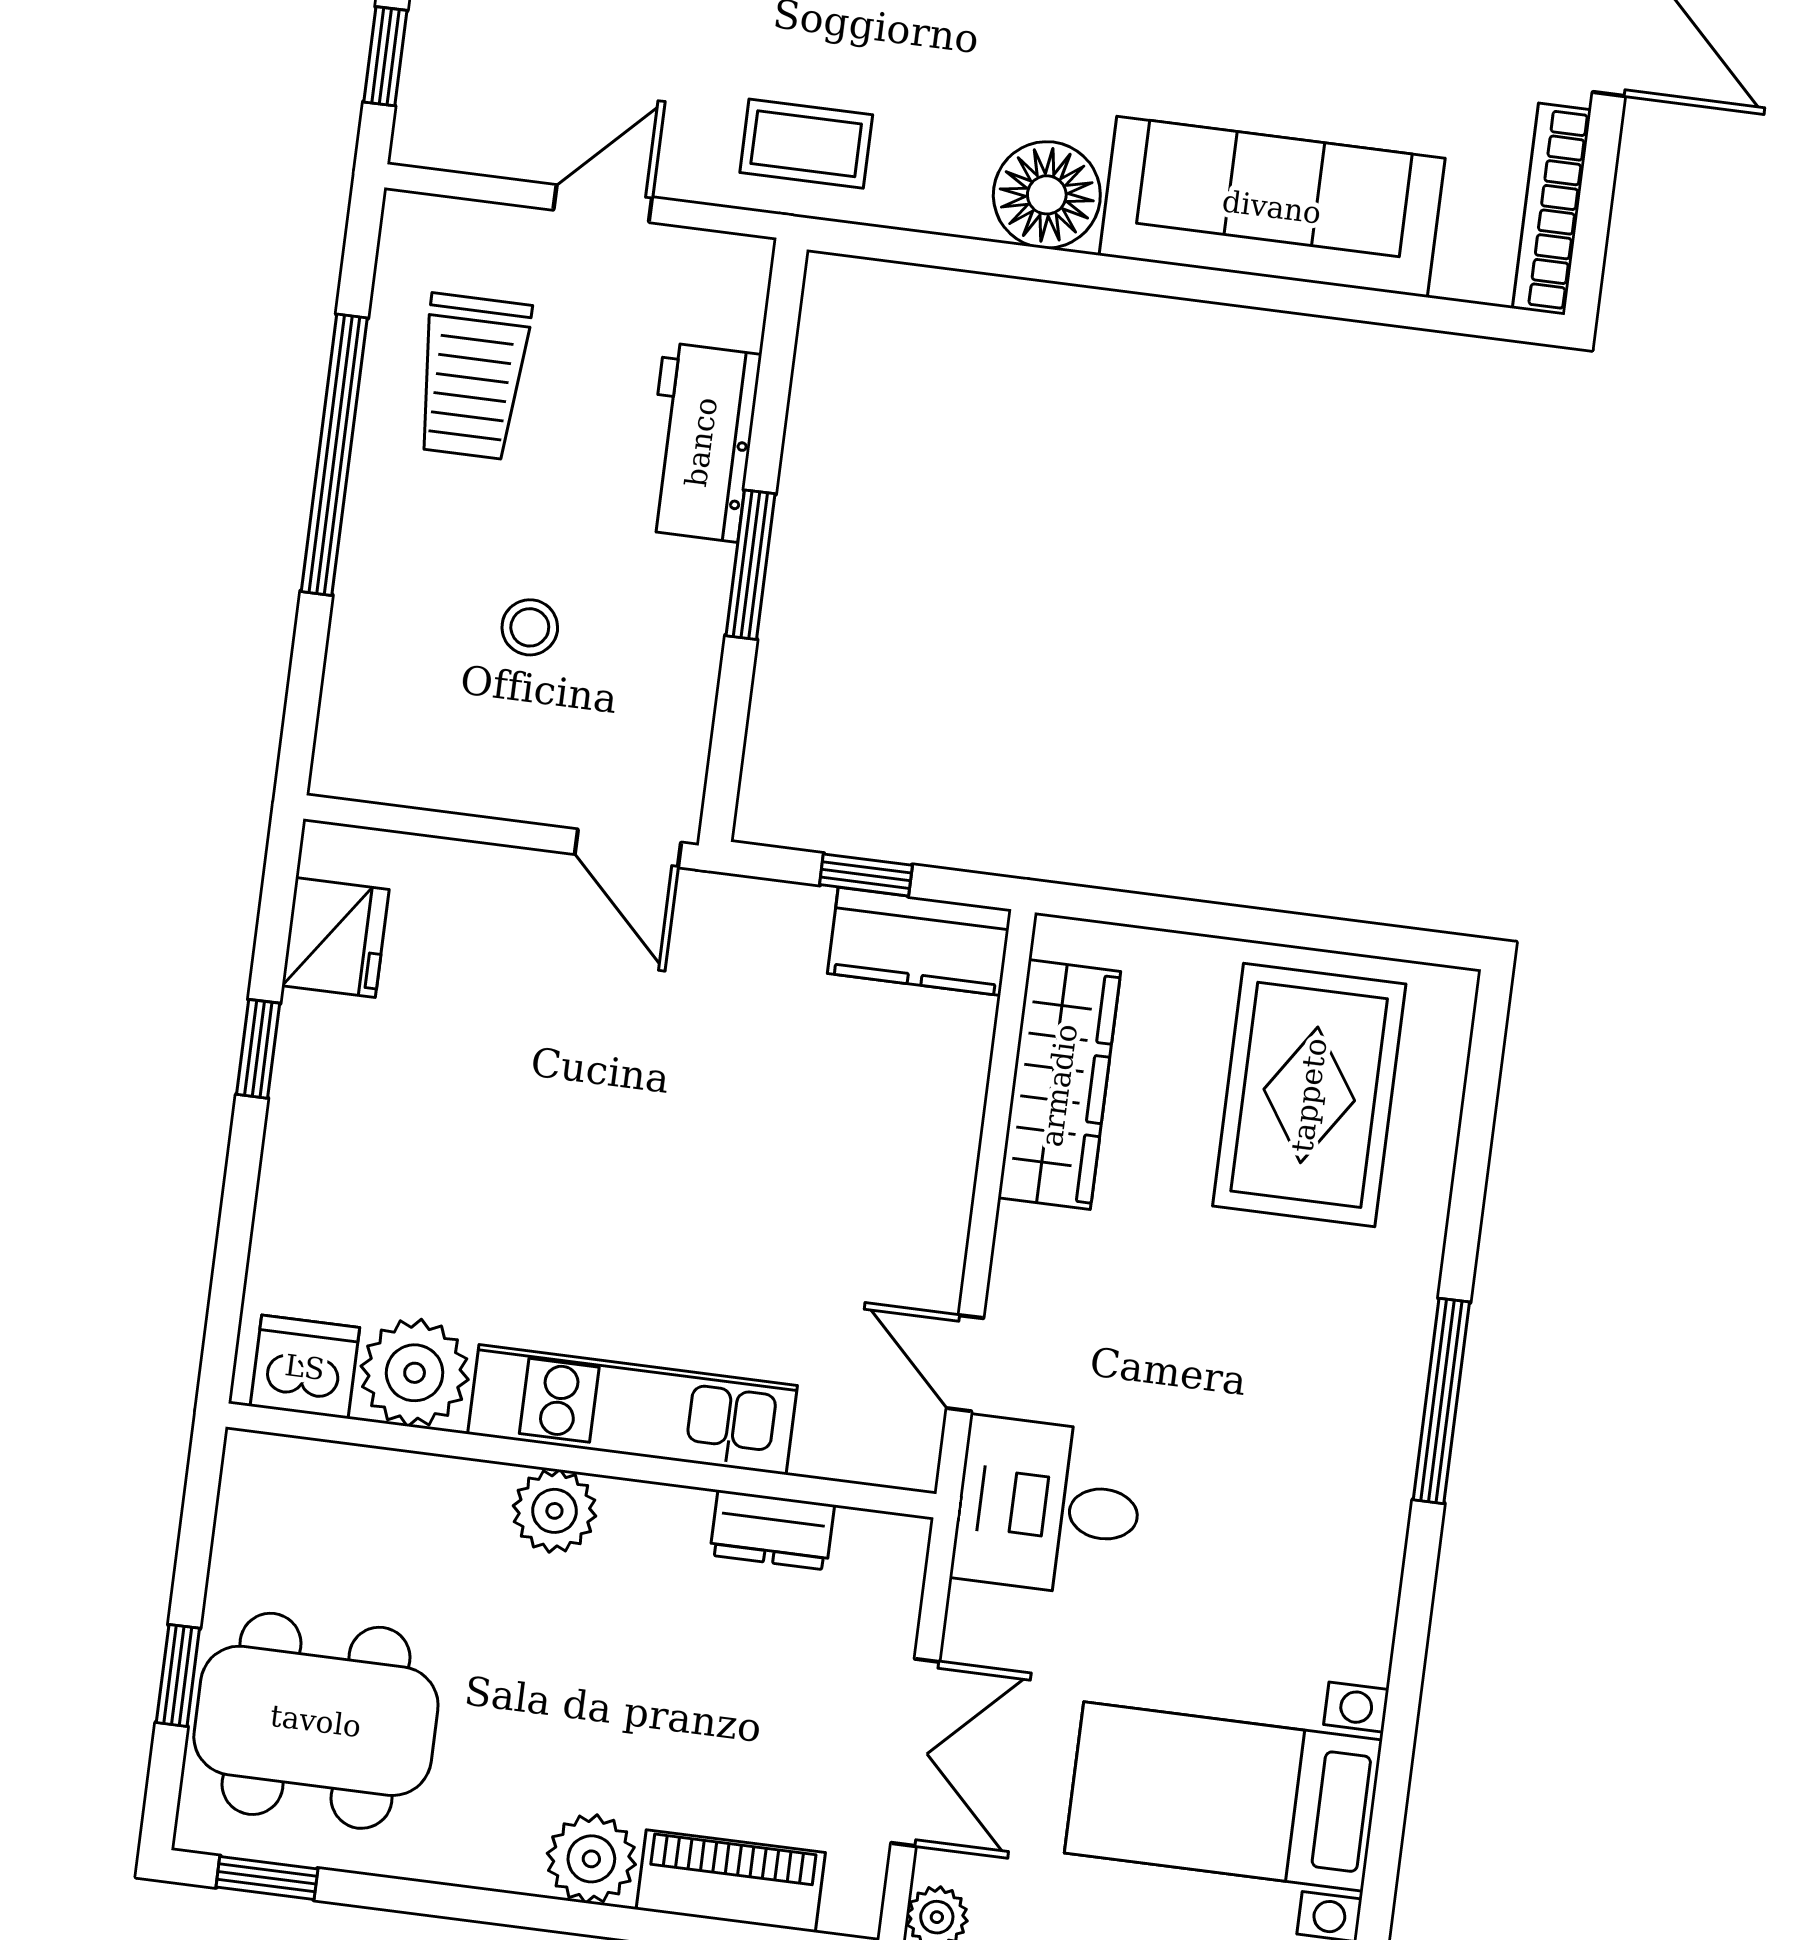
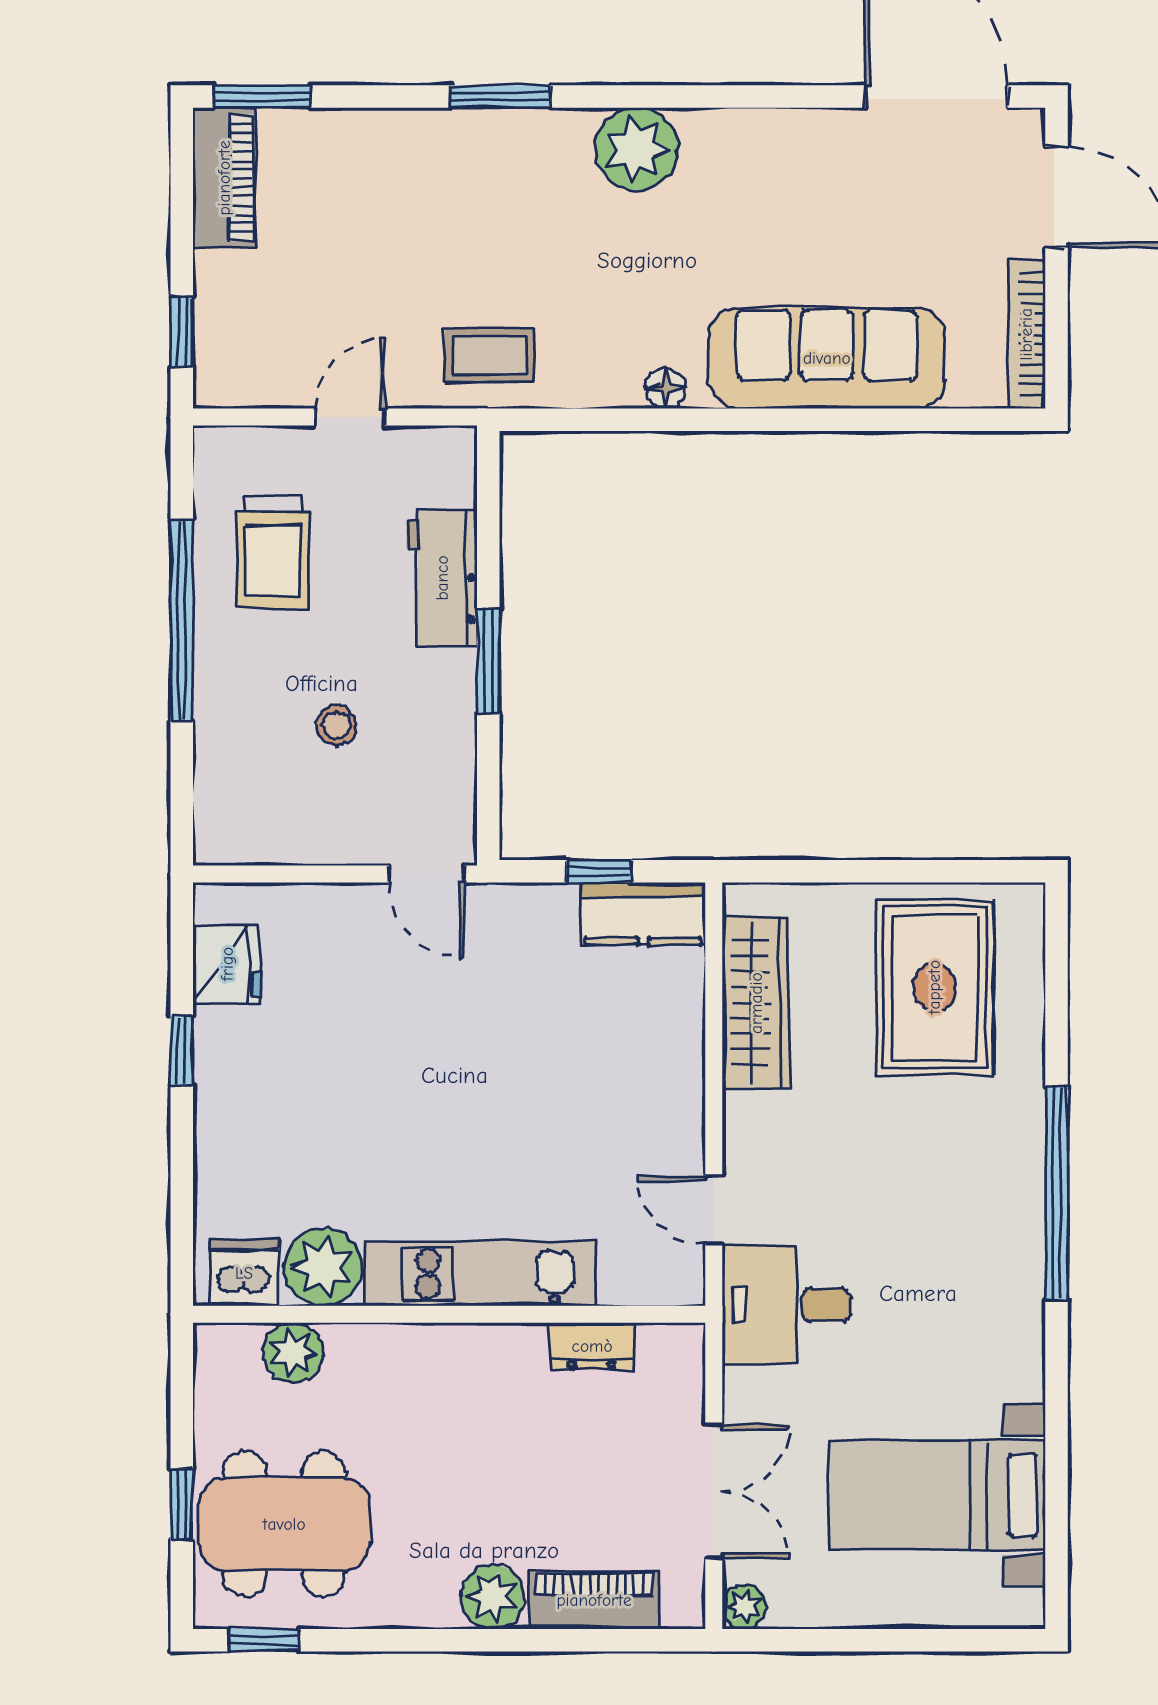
floor lamp: (1047, 195) -> (665, 388), width x0.53, depth x0.53
window: (1441, 1401) -> (1057, 1193), width x1.46
plant: (554, 1511) -> (293, 1353), moved

